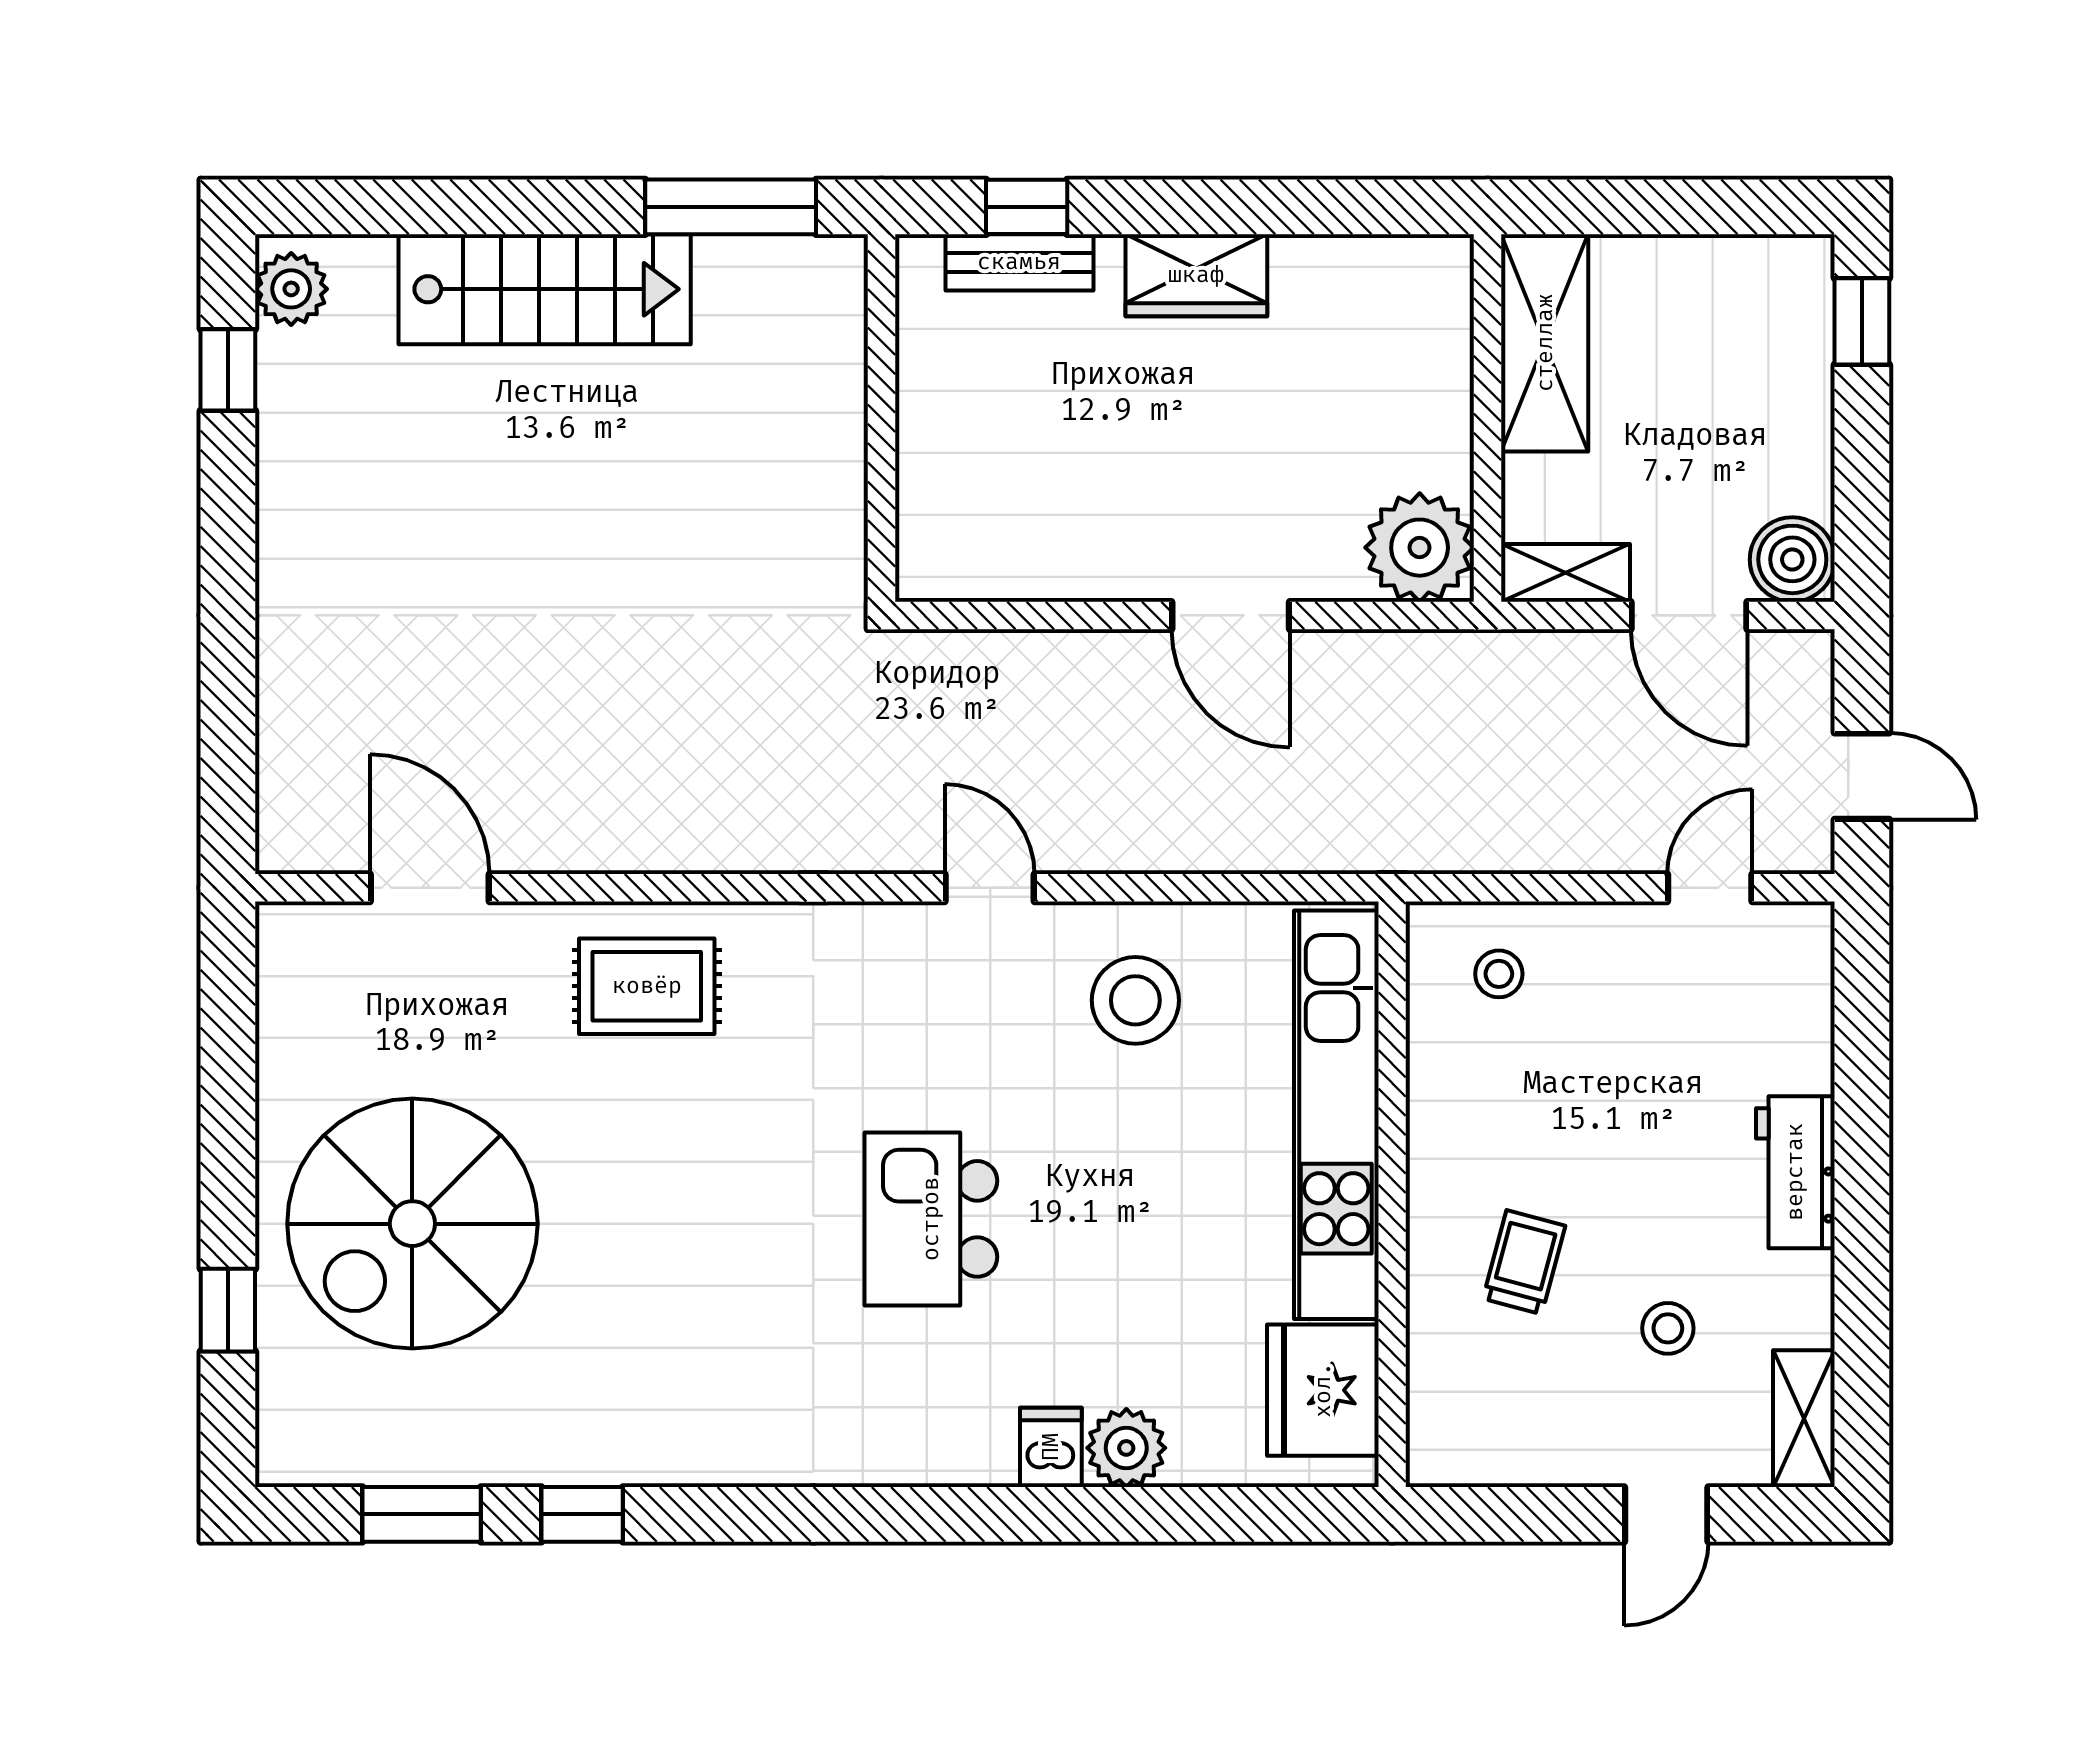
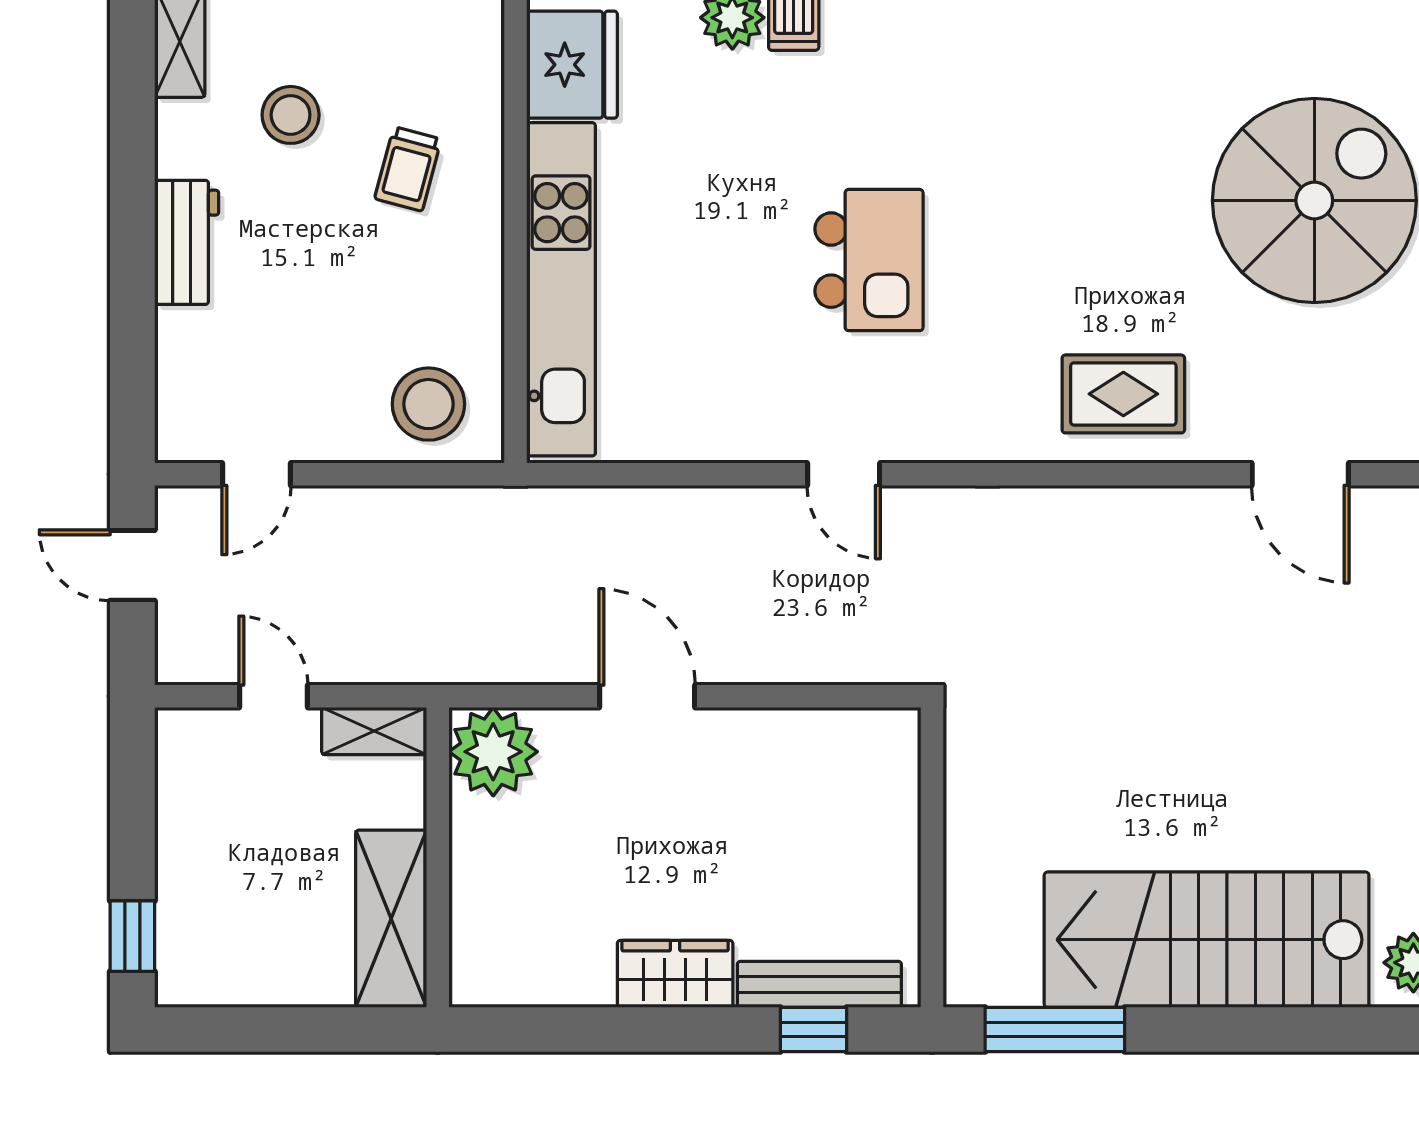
bench: (1019, 262) -> (819, 984), width x1.36
stairs: (545, 289) -> (1207, 940), width x1.36, depth x1.51
boiler: (1792, 559) -> (189, 742), removed
door: (1689, 615) -> (273, 696), width x0.73
stool: (1499, 974) -> (428, 404), width x1.89, depth x1.89
stool: (1135, 1000) -> (725, 382), removed
kitchen island: (931, 1219) -> (869, 260), moved
stool: (1668, 1328) -> (291, 115), width x1.37, depth x1.37

